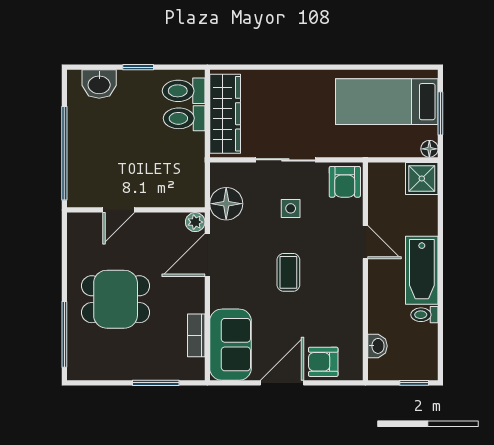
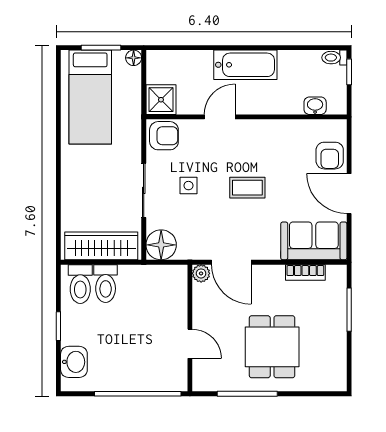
shower: (422, 178) -> (161, 100), moved
floor lamp: (226, 204) -> (161, 245), moved
toilet: (424, 315) -> (334, 58), moved, turned 90
window: (64, 334) -> (247, 394), moved

